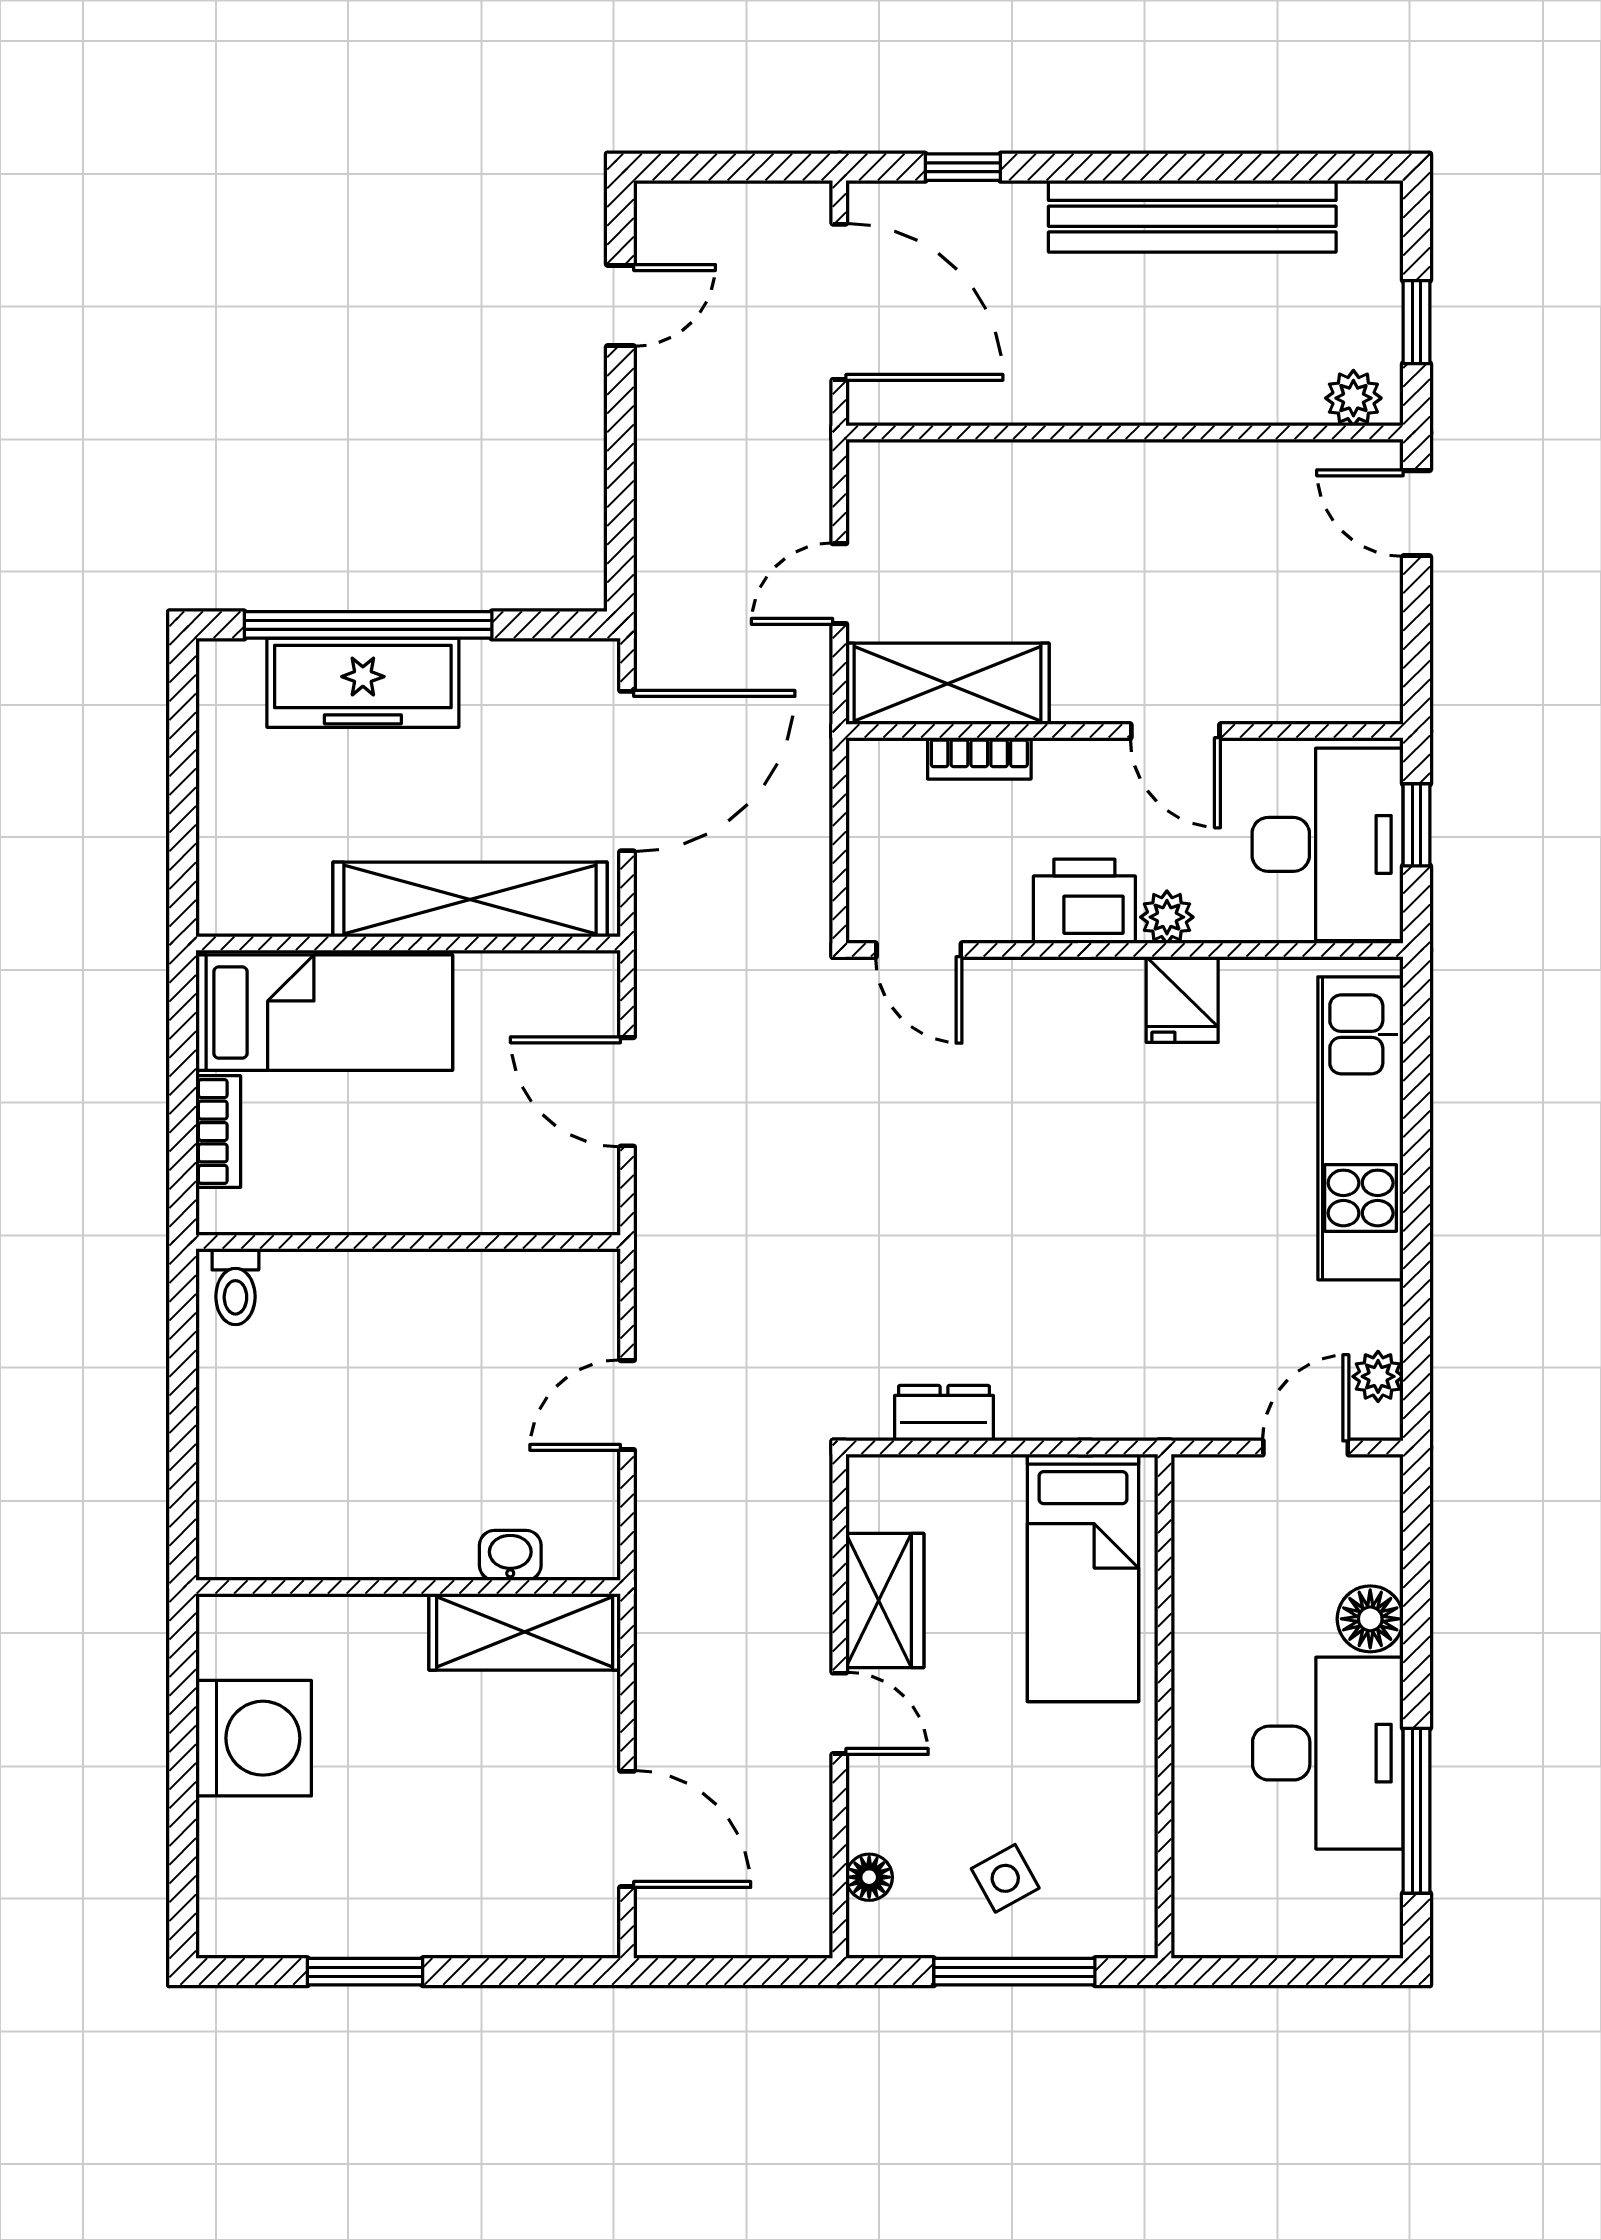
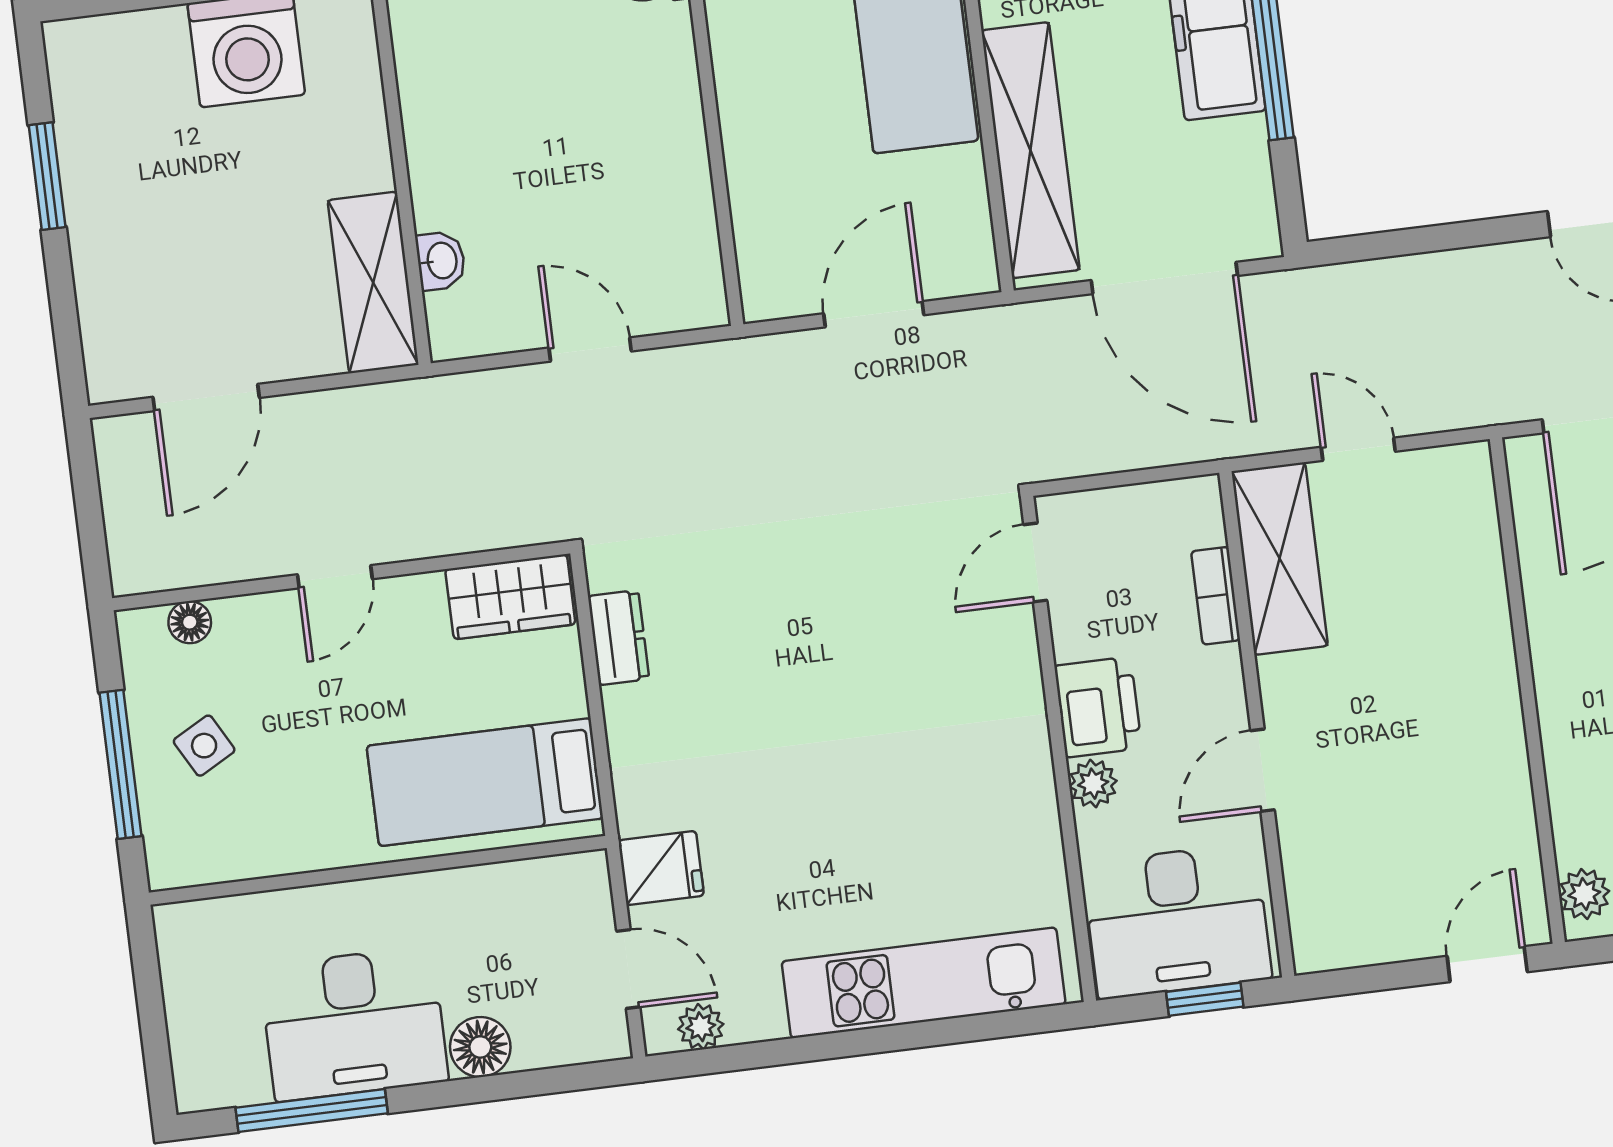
fridge: (1182, 1000) -> (661, 868), moved, turned 180
wardrobe: (885, 1601) -> (510, 597), moved

